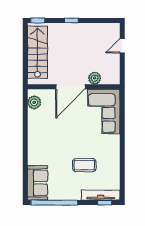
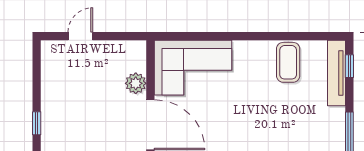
door: (122, 46) -> (80, 36), swing flipped
coffee table: (84, 165) -> (288, 62), moved

